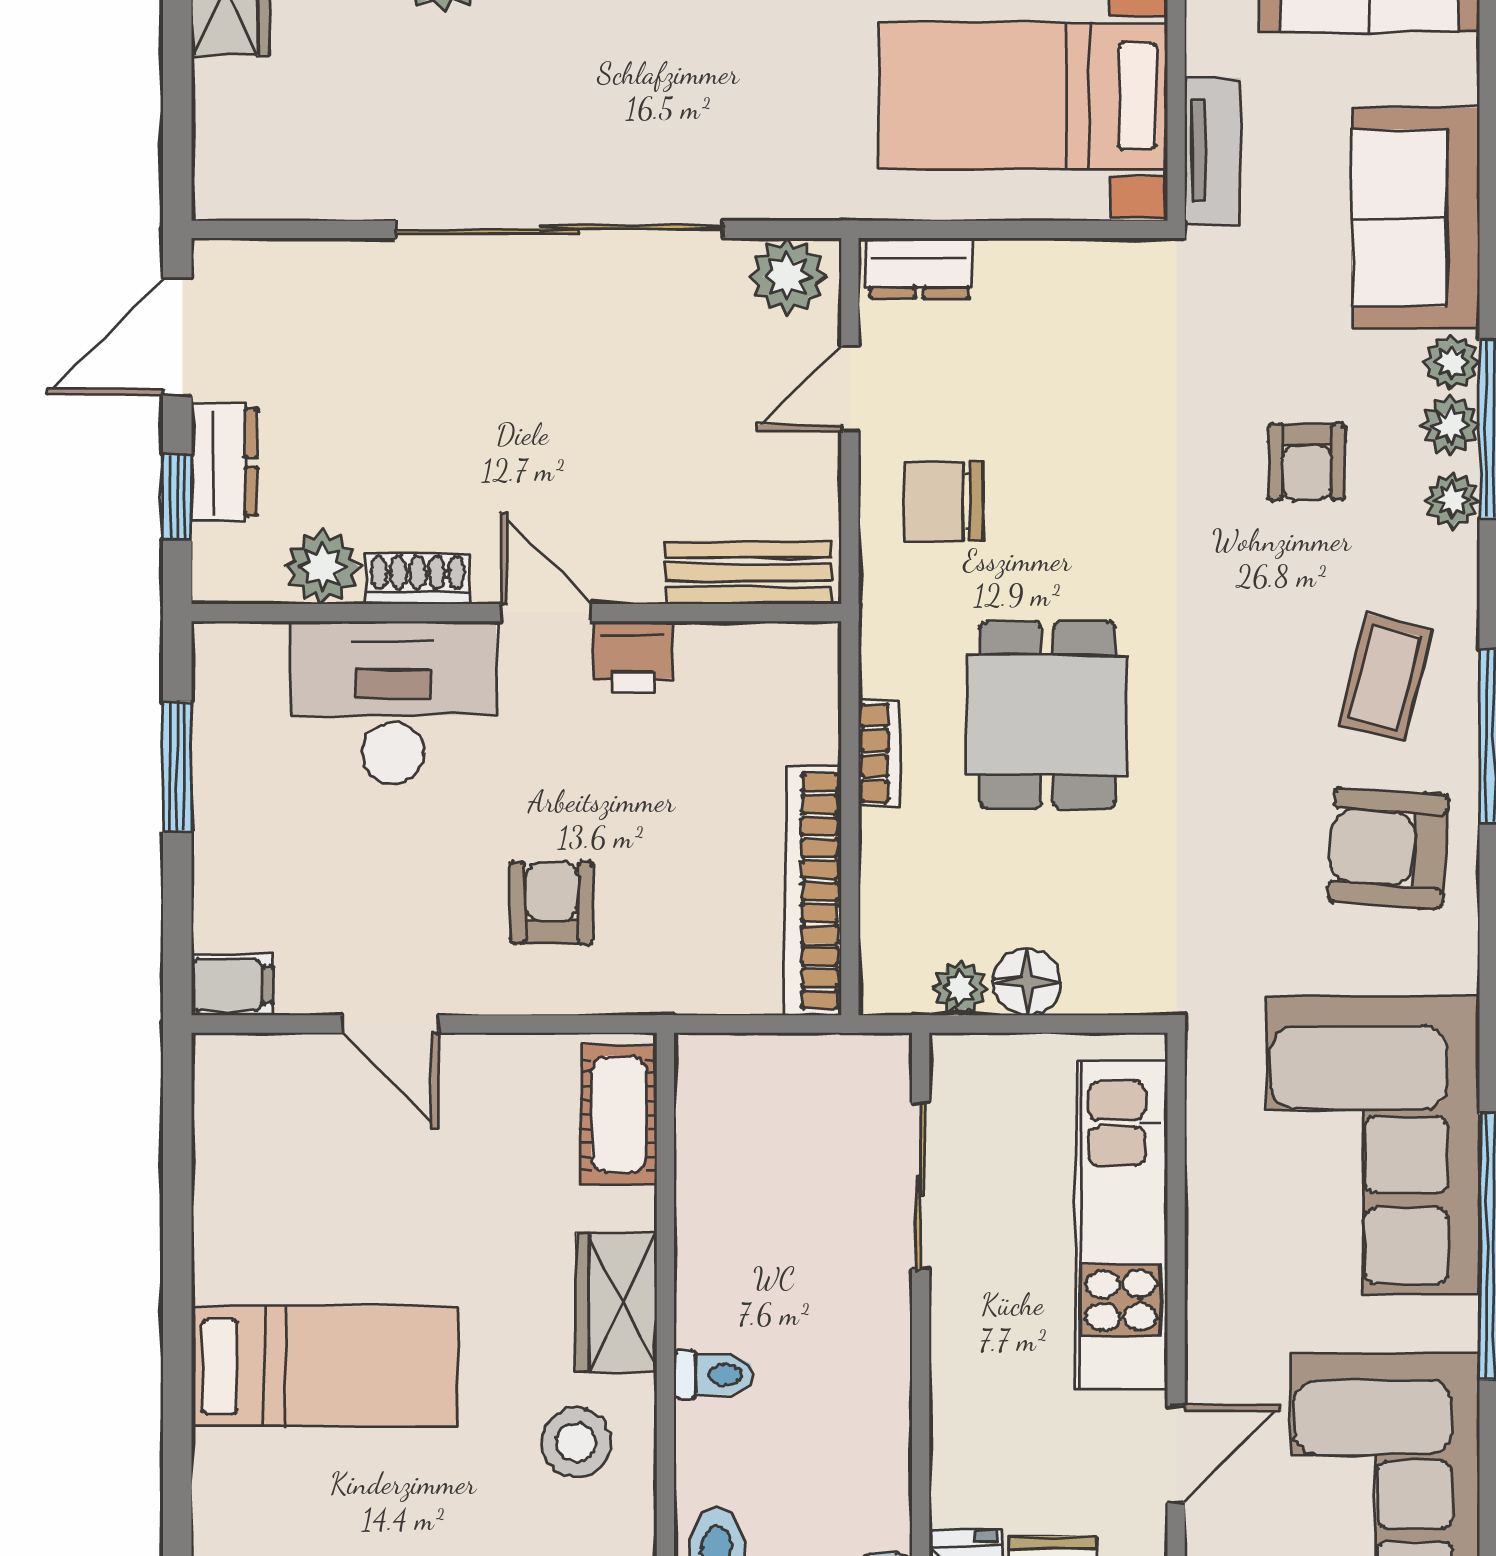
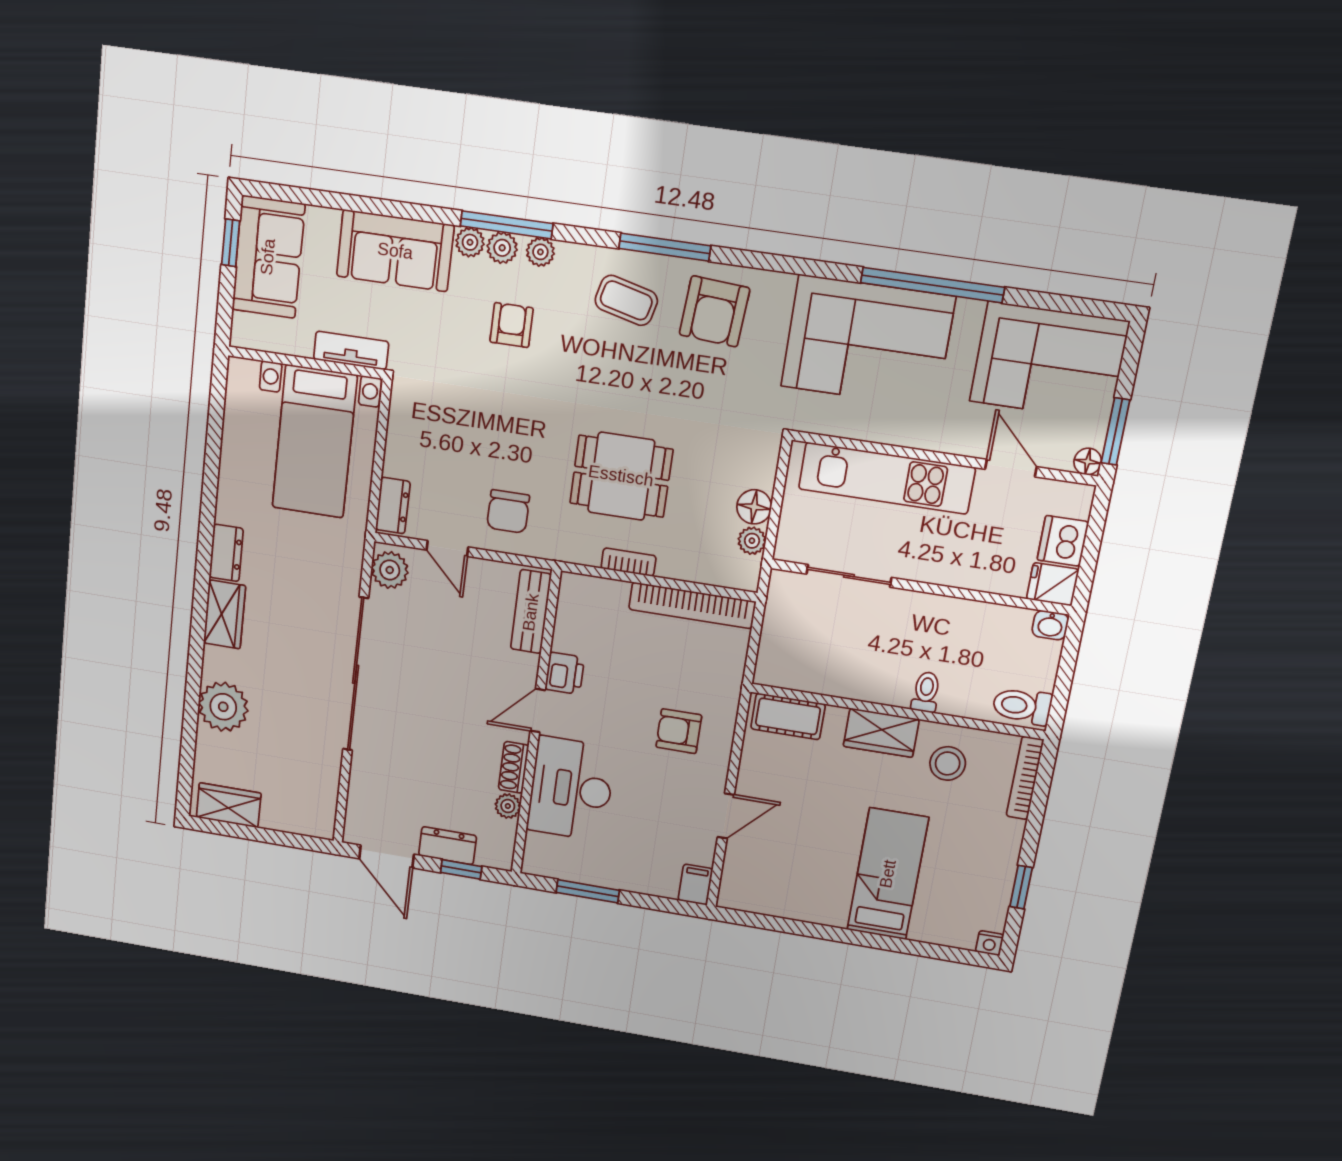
armchair: (1307, 462) -> (511, 325), turned -90
plant: (323, 567) -> (508, 806), width x0.73, depth x0.73

